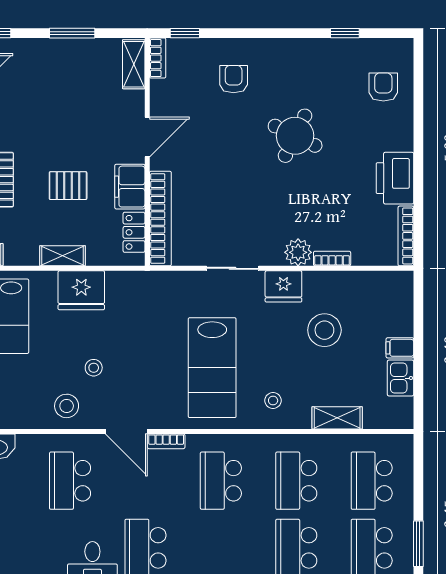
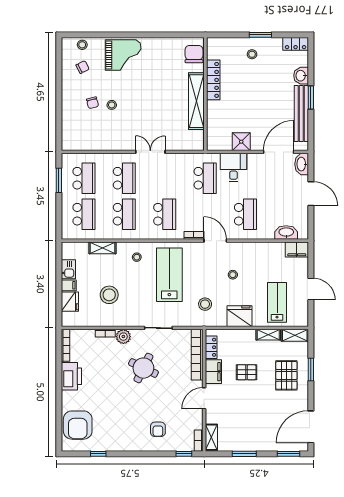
armchair: (383, 87) -> (78, 425), width x1.88, depth x1.88
round table: (295, 136) -> (143, 368), moved
shelving: (63, 256) -> (268, 335), moved
fridge: (283, 286) -> (70, 302), moved, turned 90
stool: (67, 406) -> (205, 304), moved

